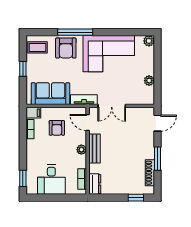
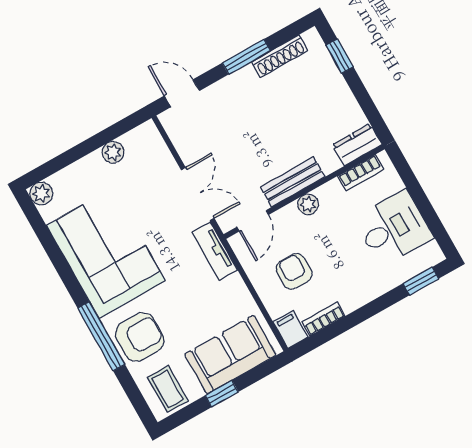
sofa: (50, 94) -> (230, 355), moved, turned 90
armchair: (57, 128) -> (294, 271), turned -90

